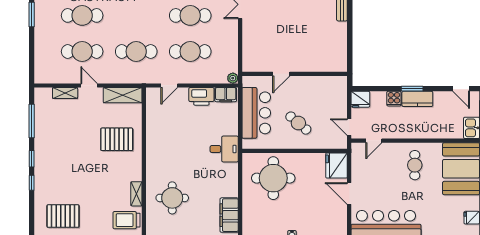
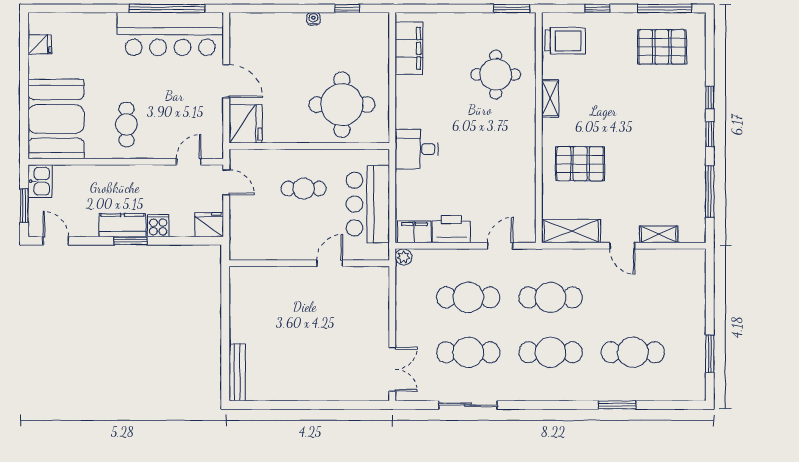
cafe table: (82, 51) -> (551, 352), moved
cafe table: (298, 123) -> (304, 189), turned -40
shelving: (136, 194) -> (550, 98), moved

